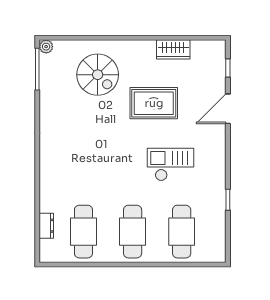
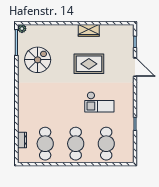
wardrobe: (173, 49) -> (89, 30), moved
spiral stairs: (98, 75) -> (38, 60), moved, turned -90
door: (228, 109) -> (135, 67), swing flipped
checkout: (171, 165) -> (99, 102), turned 180

